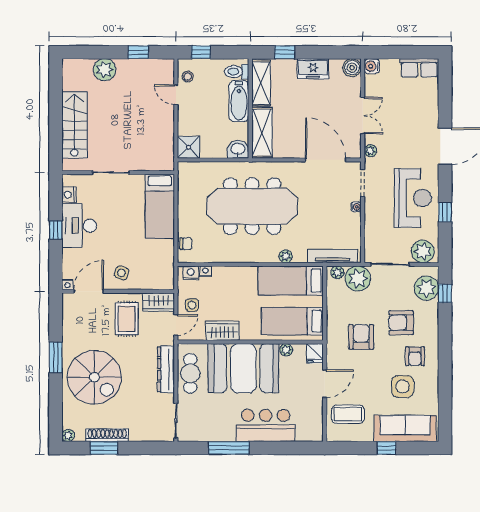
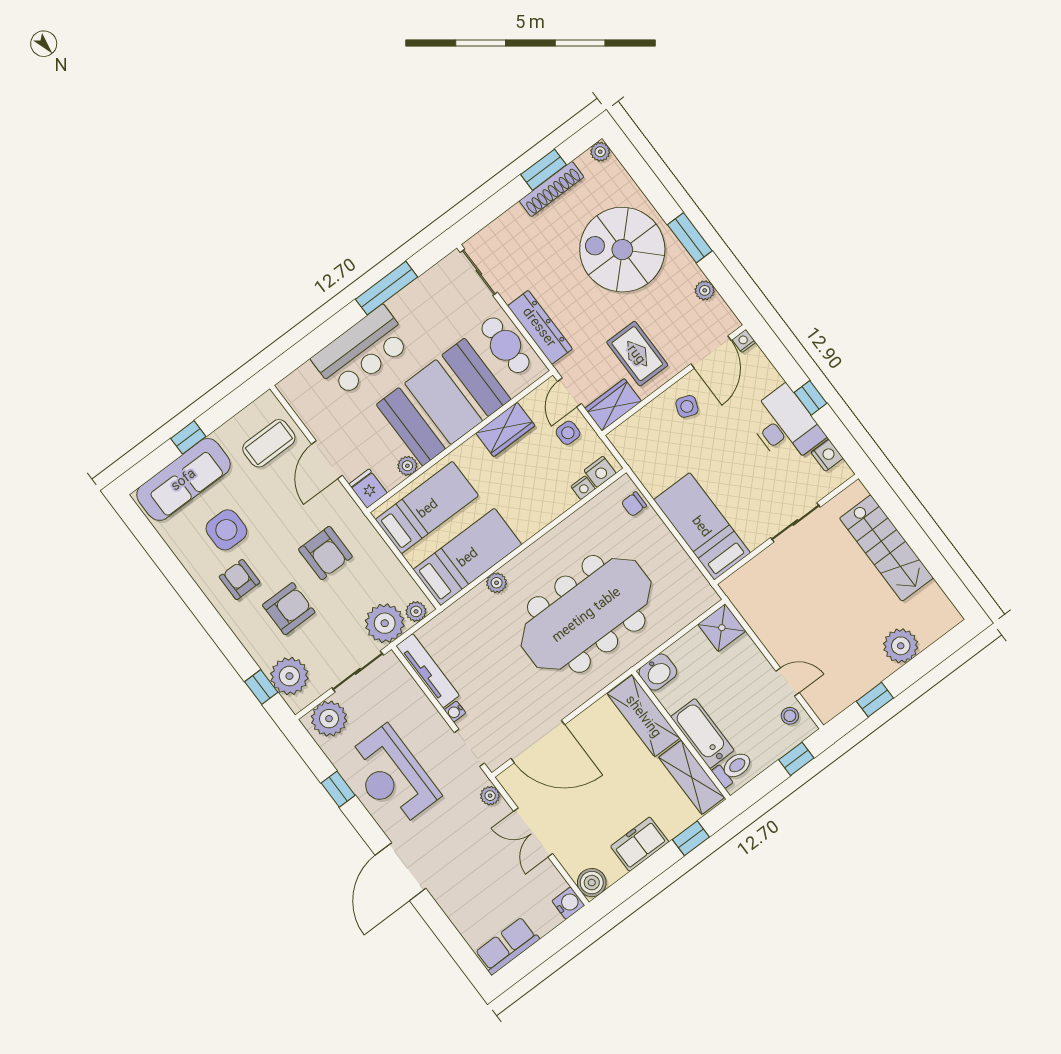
tv unit: (332, 256) -> (428, 671), moved, turned -90
plant: (68, 325) -> (705, 290), added

